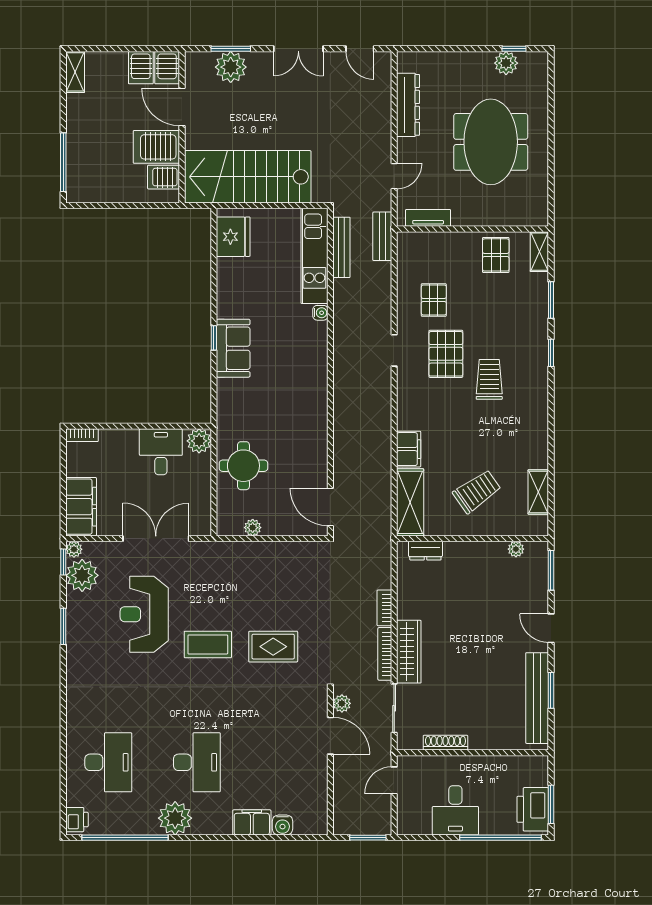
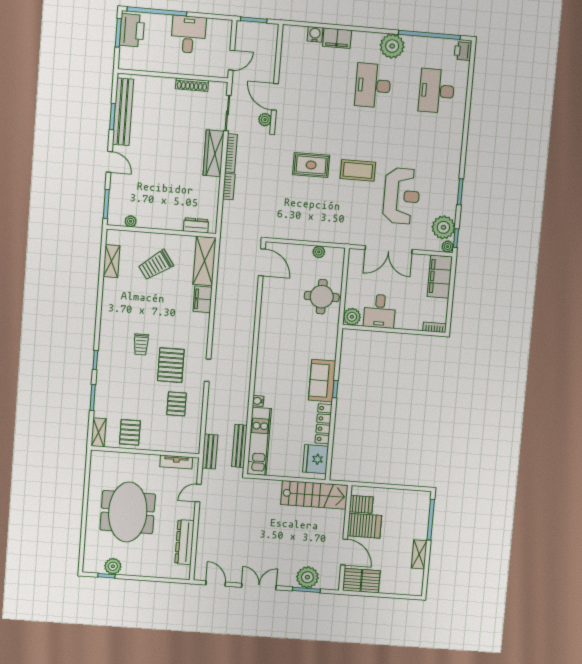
shelving: (75, 72) -> (419, 554), moved
stairs: (248, 177) -> (314, 495), width x0.73, depth x0.66
locker: (226, 288) -> (324, 424), added
trolley: (489, 379) -> (141, 344), width x0.73, depth x0.72

